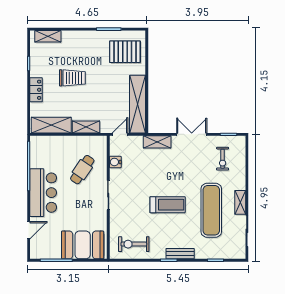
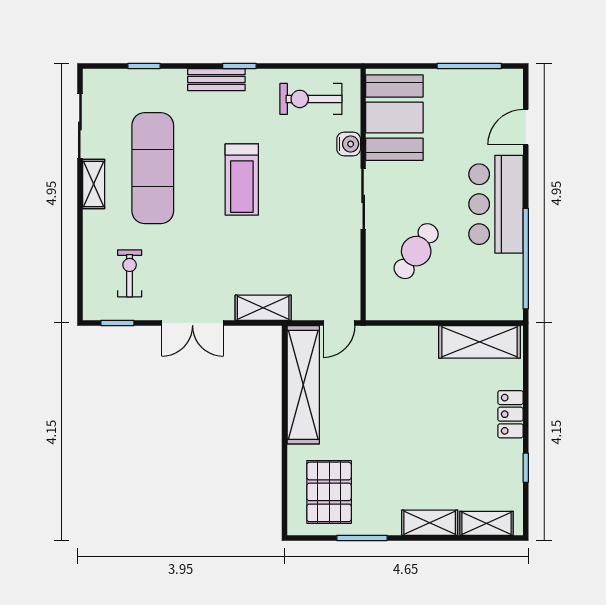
pallet: (125, 52) -> (329, 492), turned 90
trolley: (72, 78) -> (436, 439), removed
shelving: (86, 127) -> (430, 523), moved
water cooler: (115, 162) -> (349, 144), moved
treadmill: (168, 205) -> (242, 179), turned -90
exercise bike: (134, 244) -> (311, 99), turned 180
booth: (83, 245) -> (394, 118), moved, turned 90

